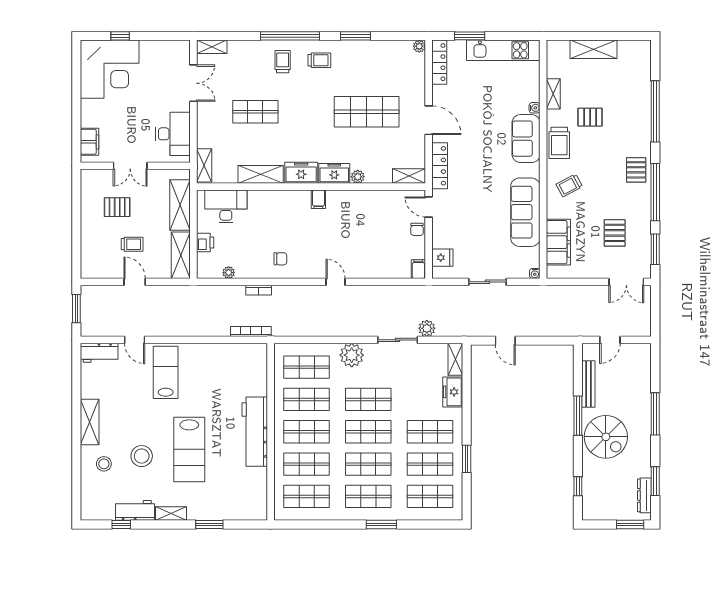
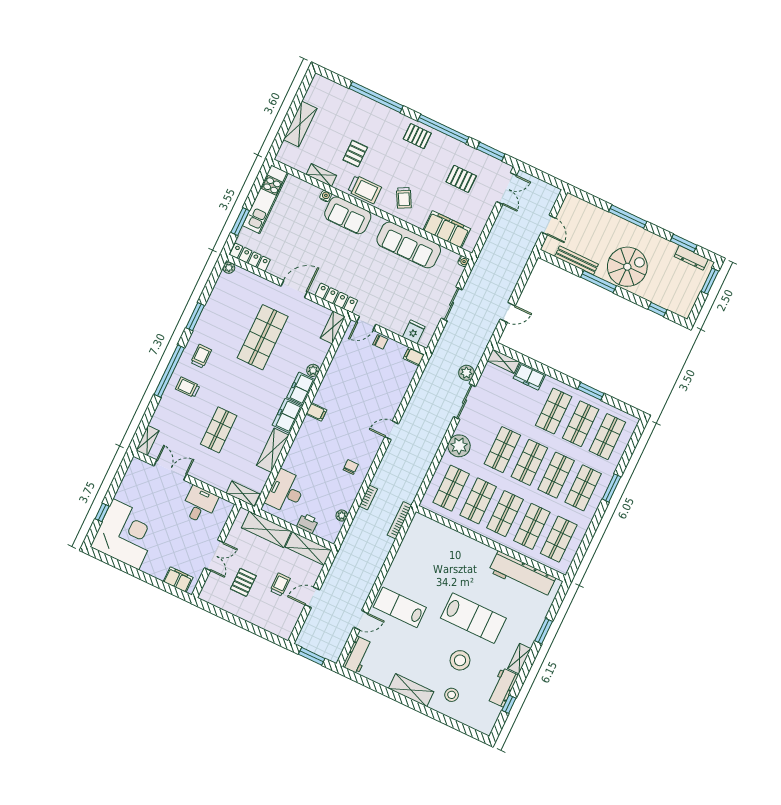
desk: (173, 134) -> (199, 505), width x0.73
workbench: (255, 432) -> (522, 575), moved

